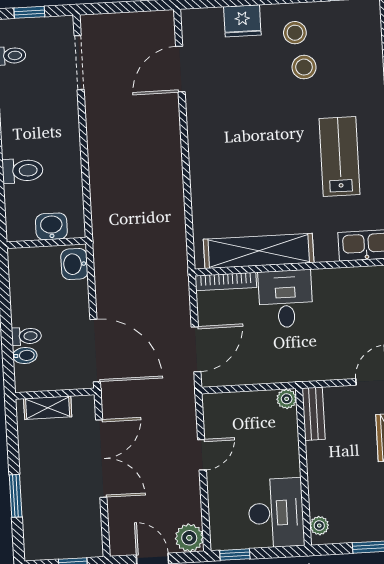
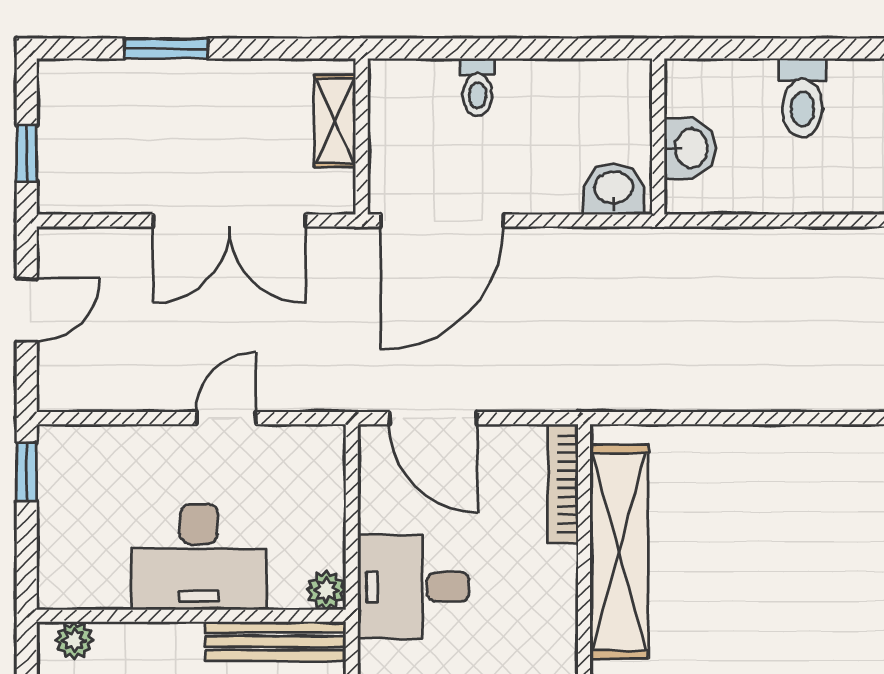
desk: (286, 299) -> (414, 587), moved, turned 180
bidet: (25, 355) -> (440, 82), removed
bench: (314, 414) -> (275, 641), width x1.36
door: (202, 455) -> (226, 418), swing flipped
desk: (276, 513) -> (199, 557), moved
plant: (189, 538) -> (65, 384), removed

